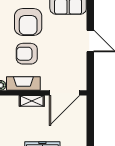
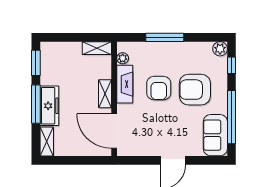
armchair: (27, 54) -> (159, 88), turned 180

